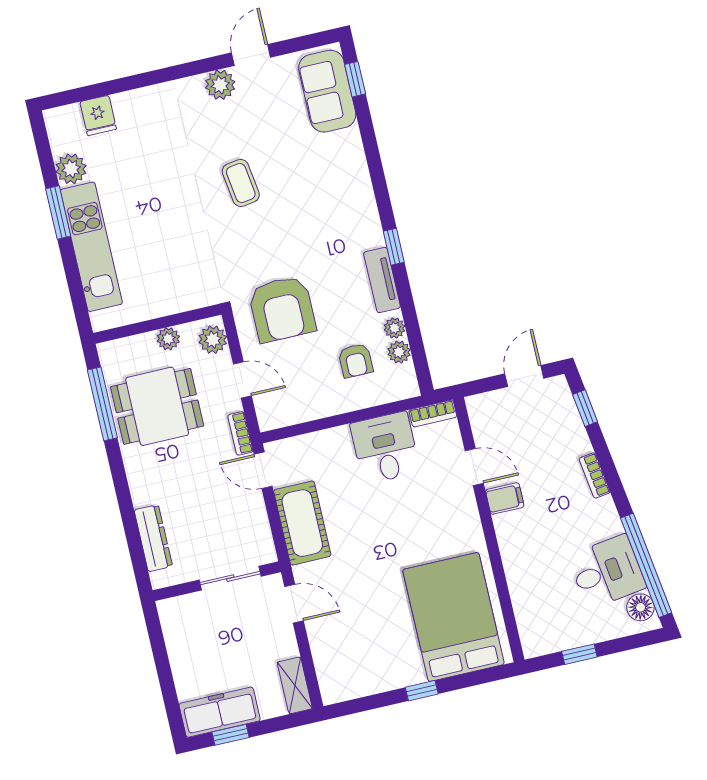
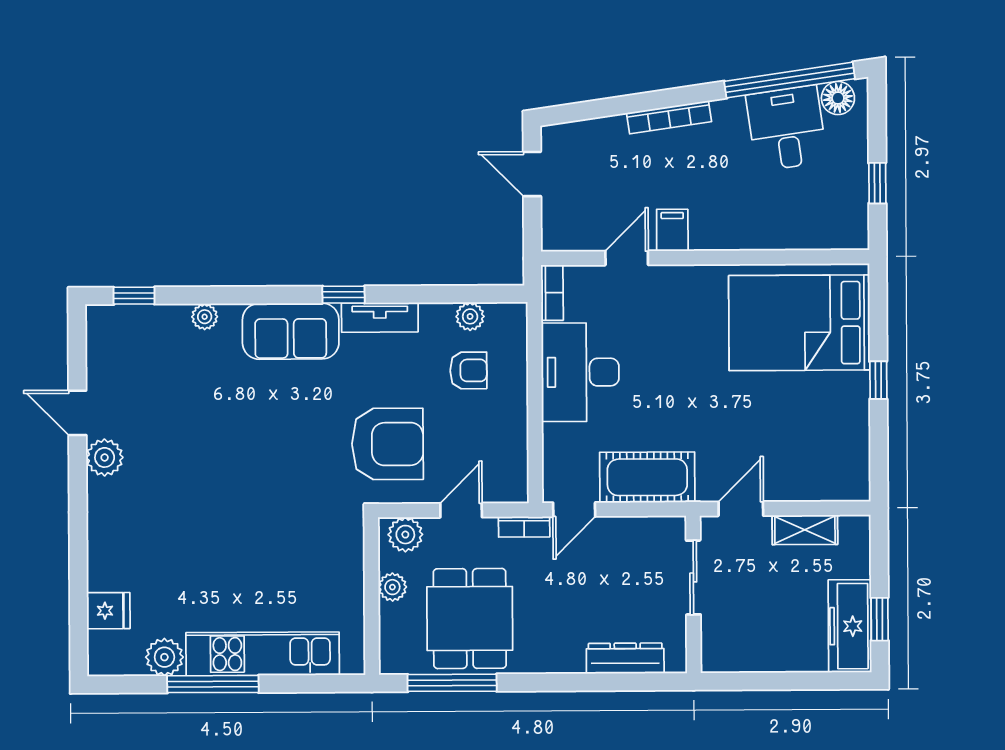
sofa: (327, 91) -> (291, 331), moved
coffee table: (241, 183) -> (227, 459), removed
window: (58, 212) -> (213, 684), width x1.44
plant: (394, 328) -> (205, 317), moved
window: (585, 408) -> (586, 110), removed
desk: (385, 448) -> (580, 372), width x1.37
bookcase: (595, 475) -> (669, 117), width x1.56
shelving: (295, 685) -> (805, 530), moved

